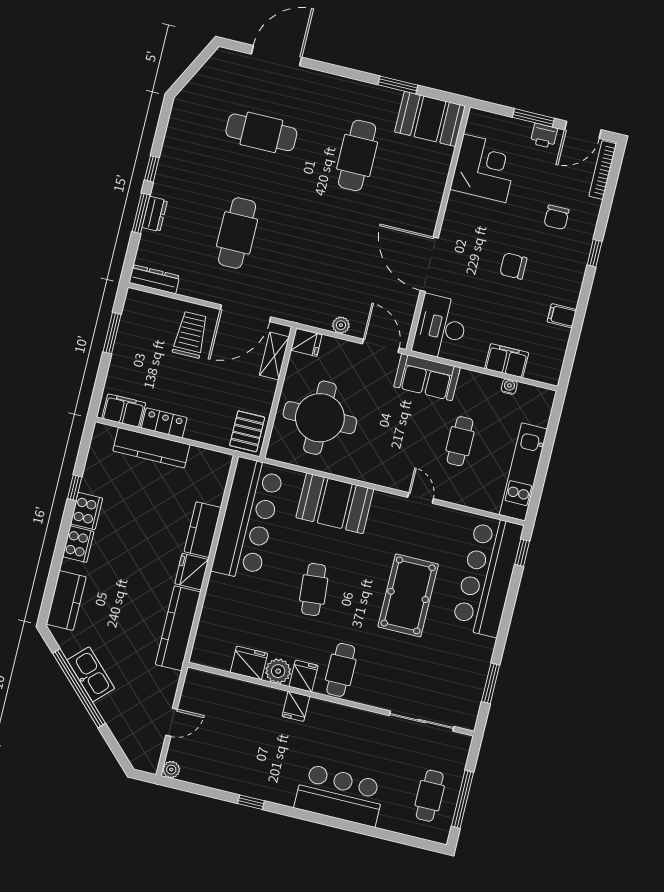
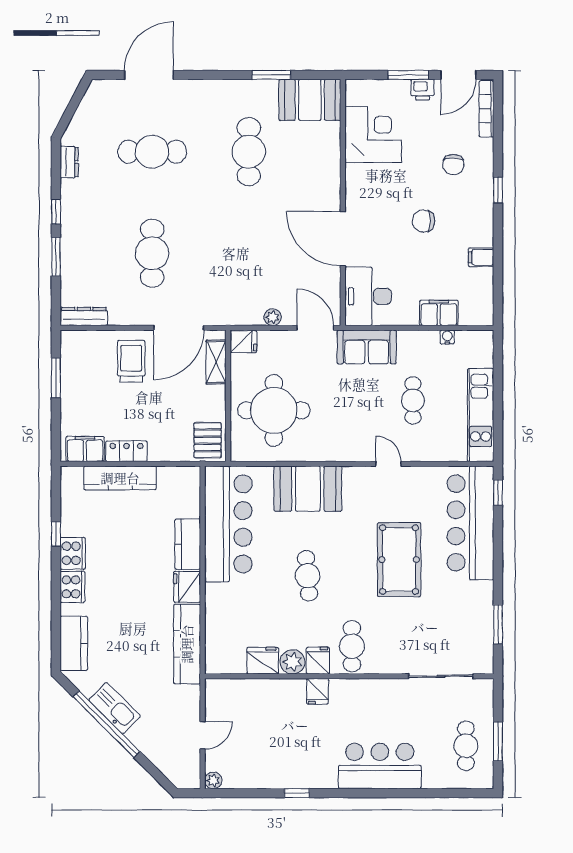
dresser: (155, 214) -> (69, 162), moved
window: (462, 799) -> (498, 742), width x0.69

